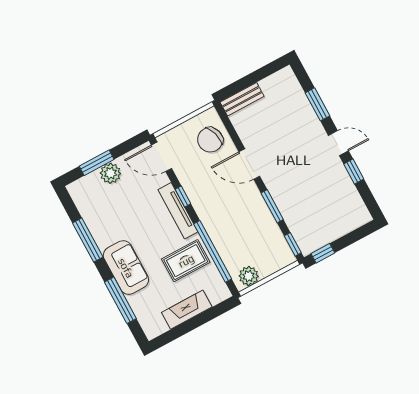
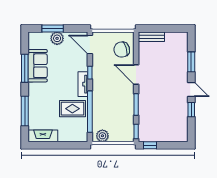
tv unit: (178, 211) -> (83, 84), width x0.71
sofa: (126, 268) -> (38, 66), moved
fireplace: (187, 310) -> (43, 136), moved

